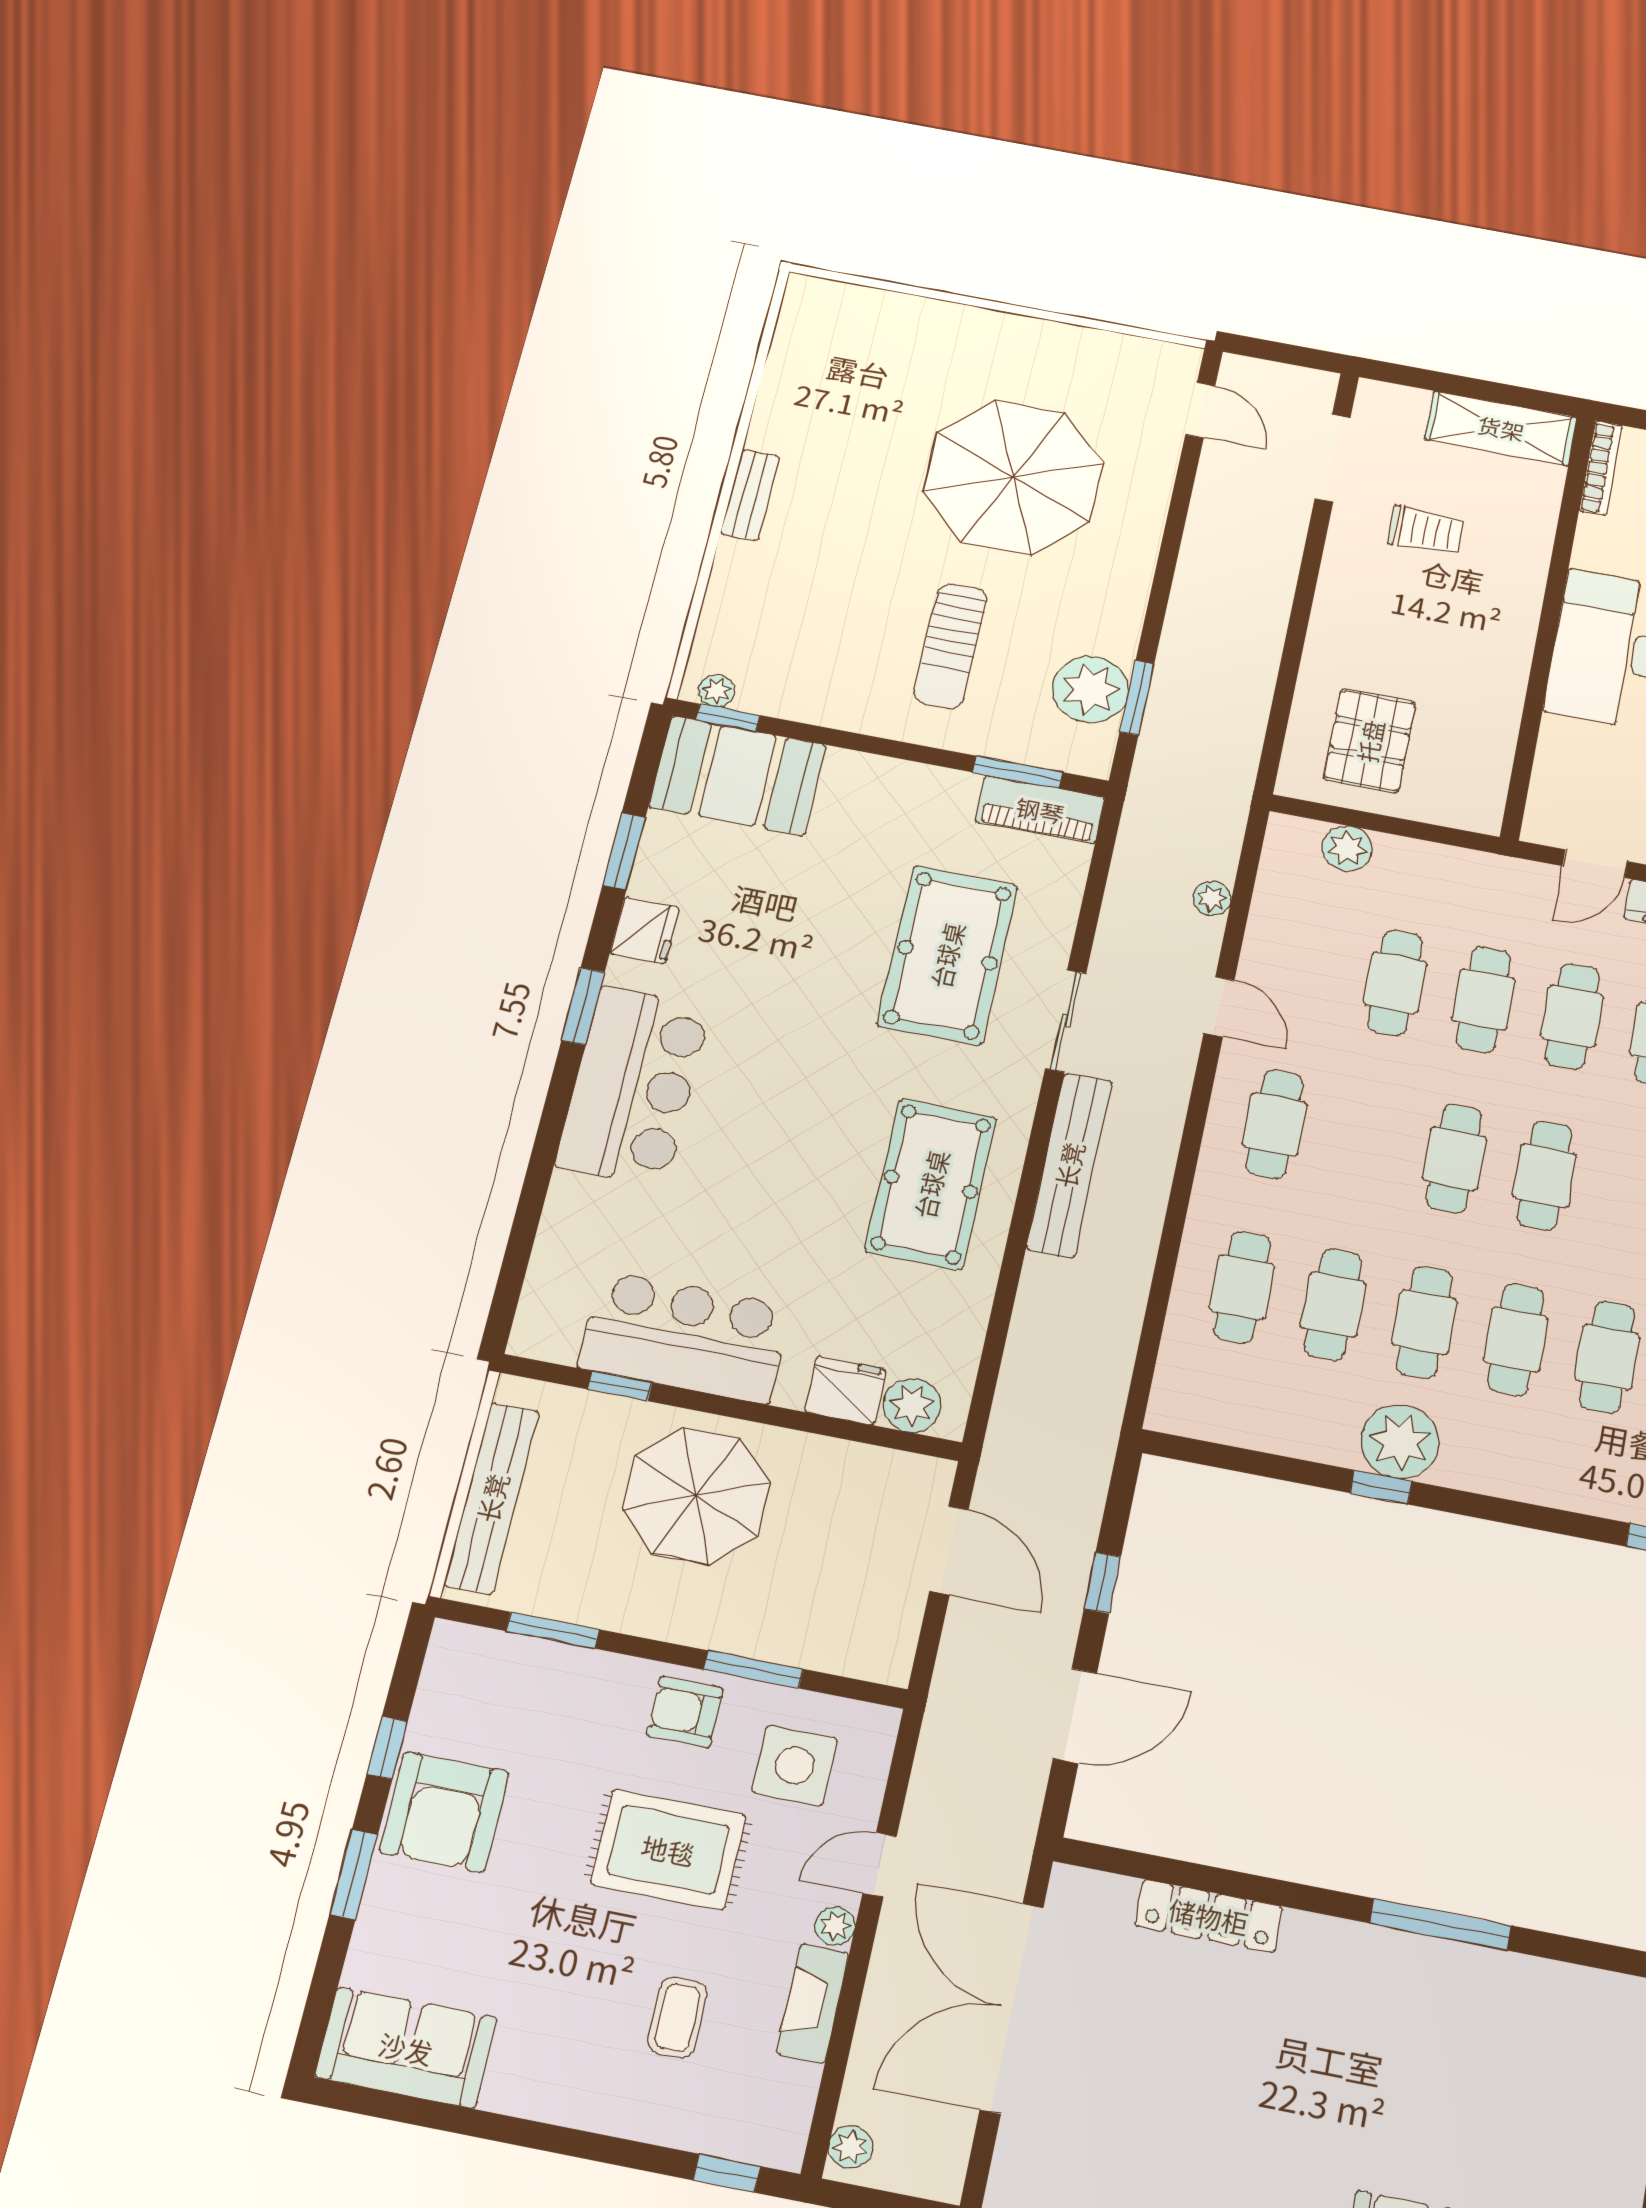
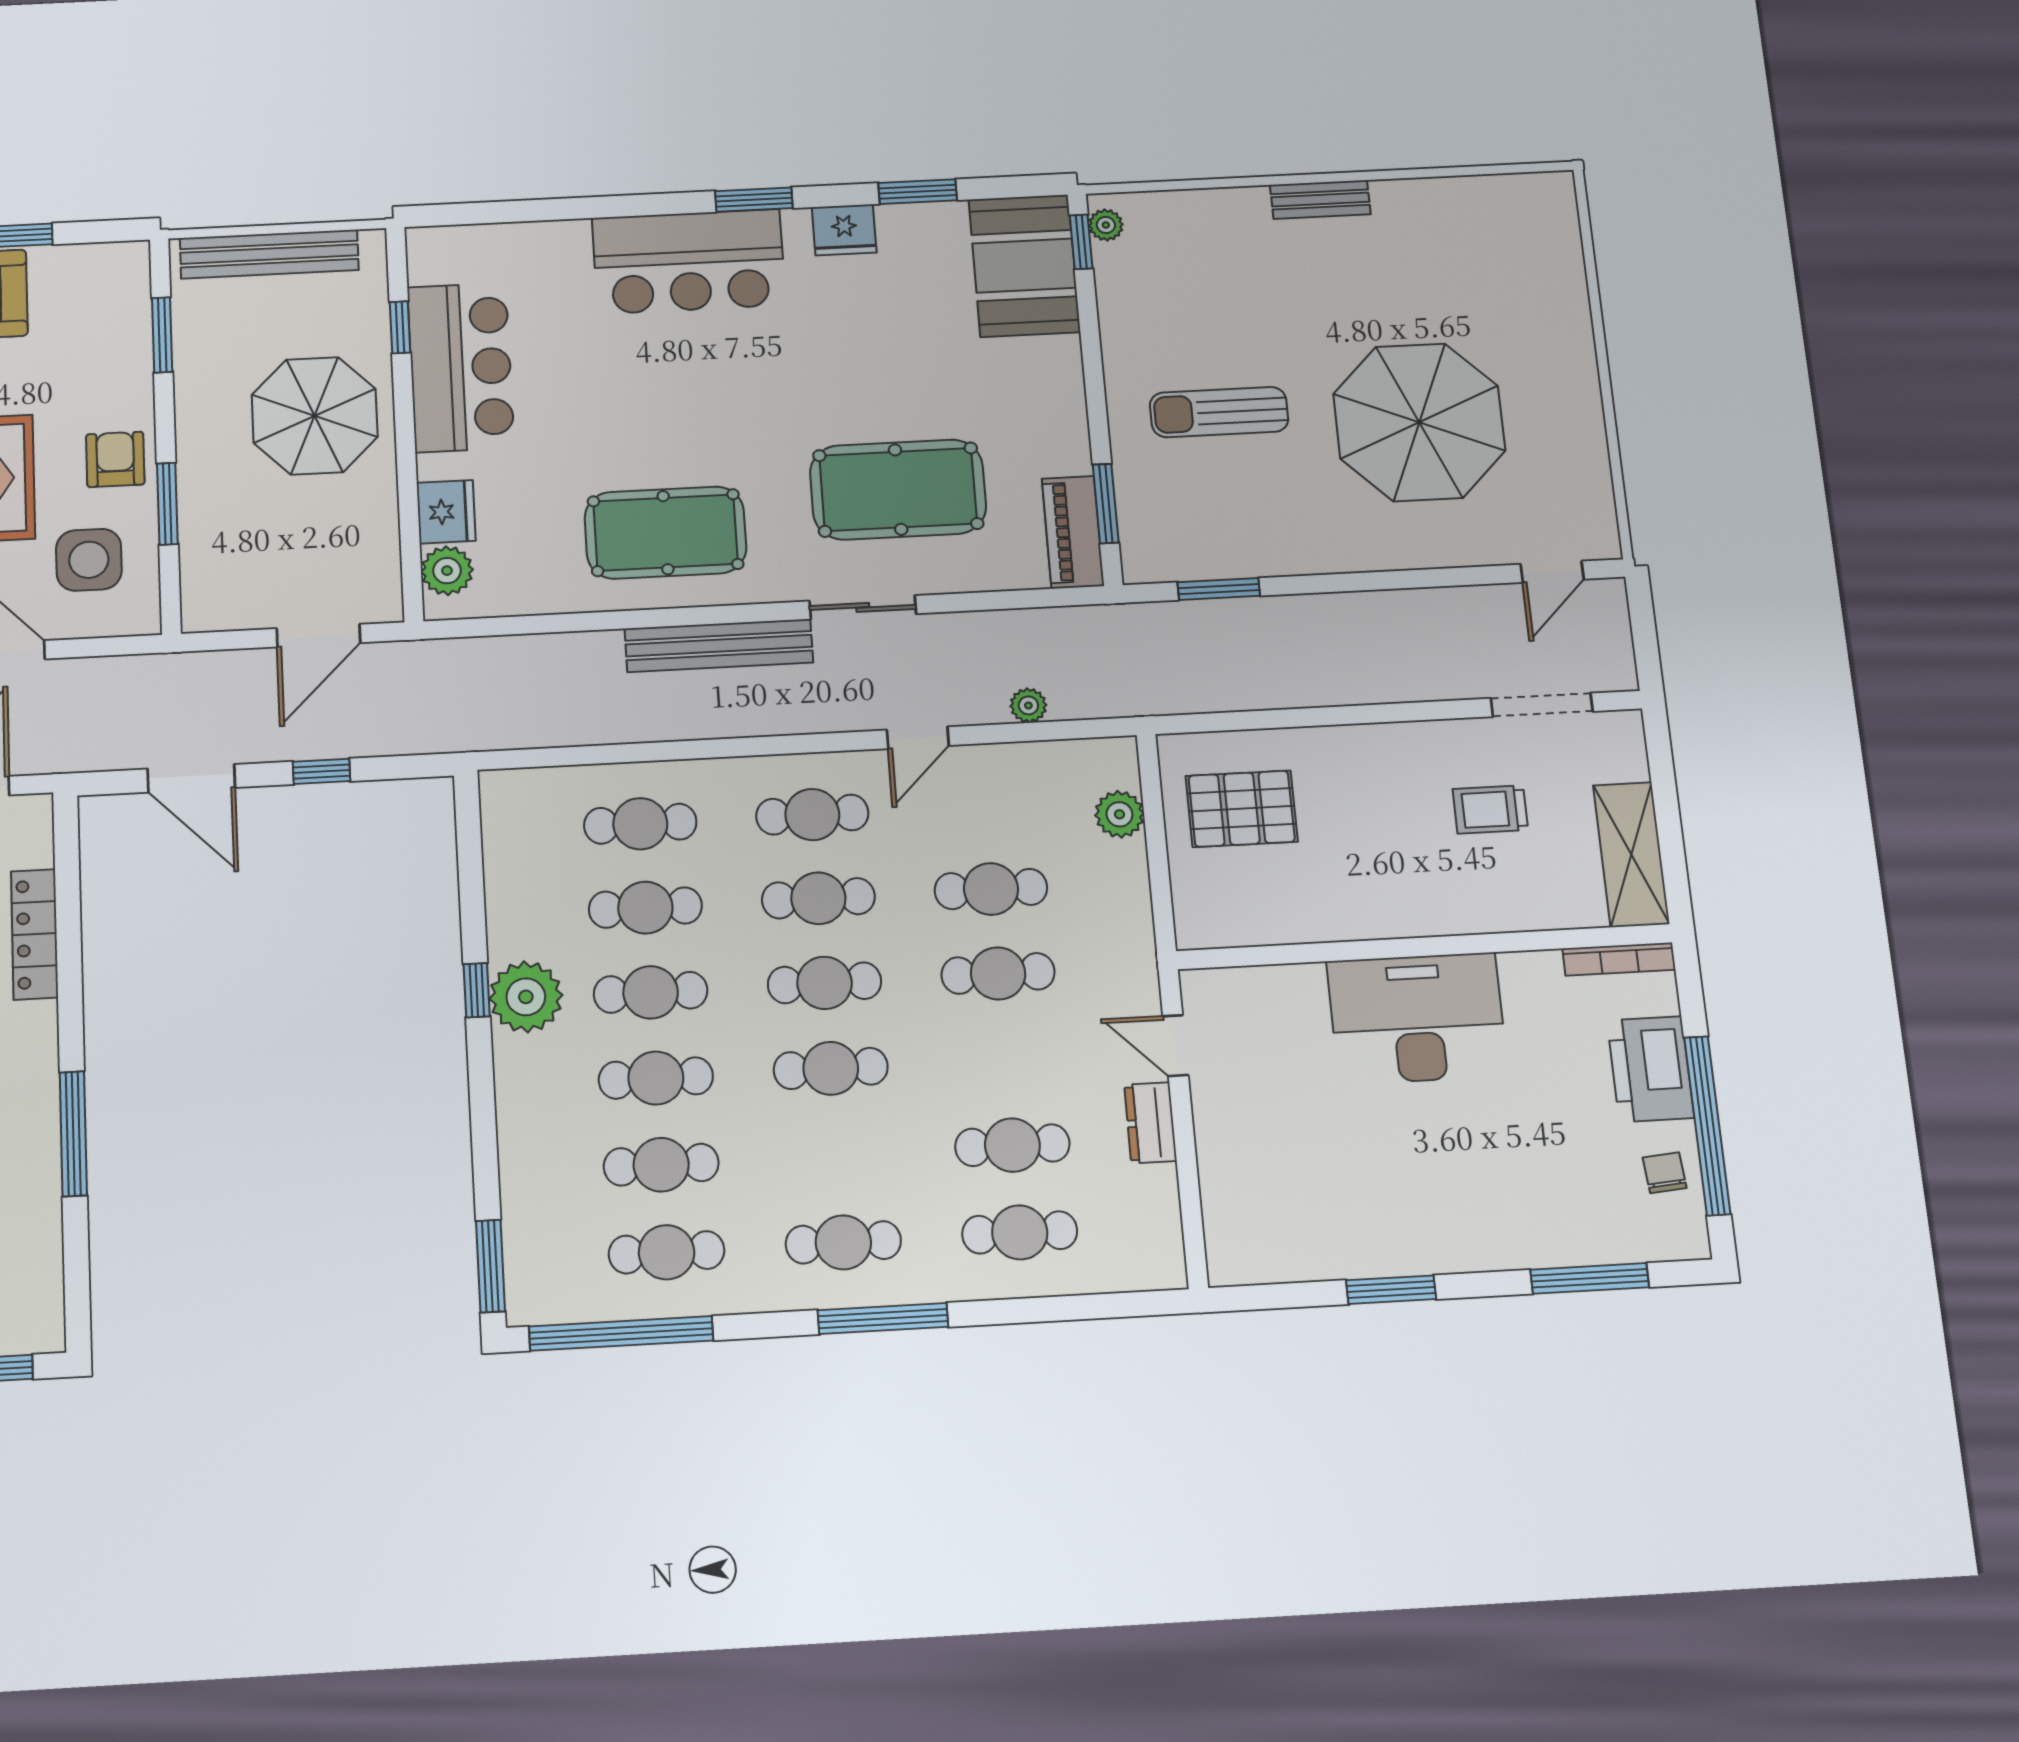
trolley: (1426, 531) -> (1490, 809), turned 90
plant: (1090, 689) -> (1214, 546), removed
cafe table: (1572, 1016) -> (818, 898), moved

